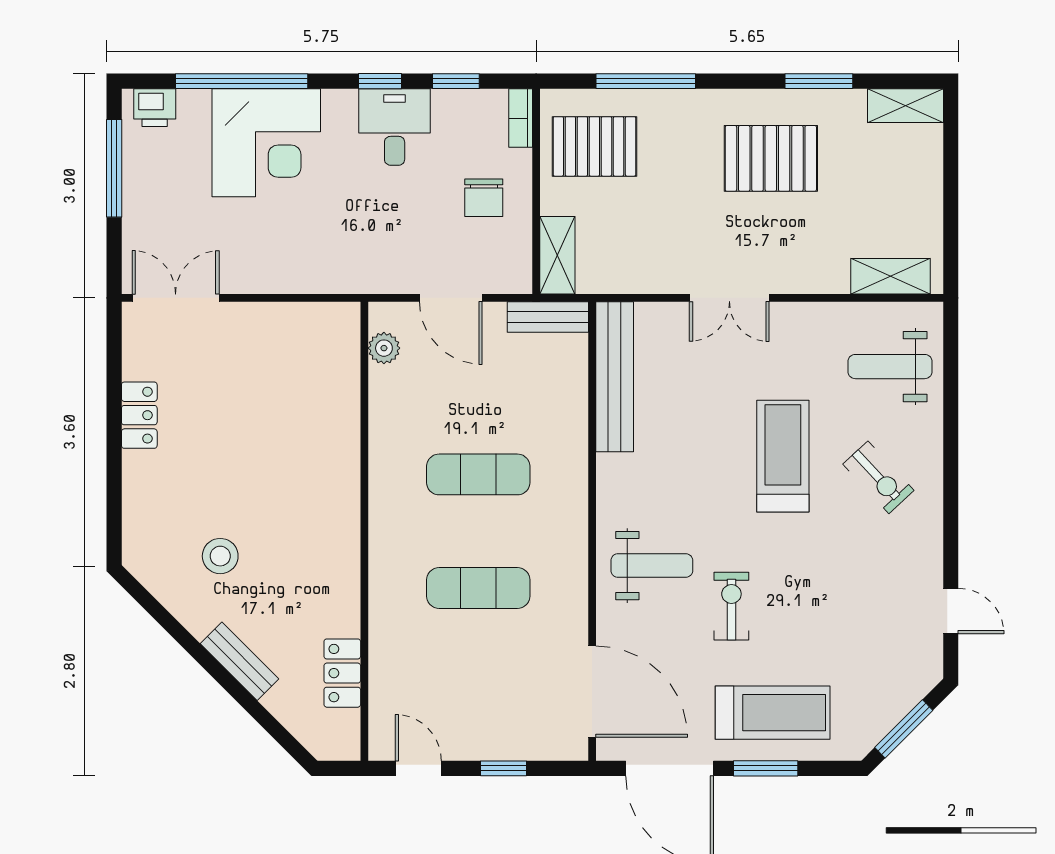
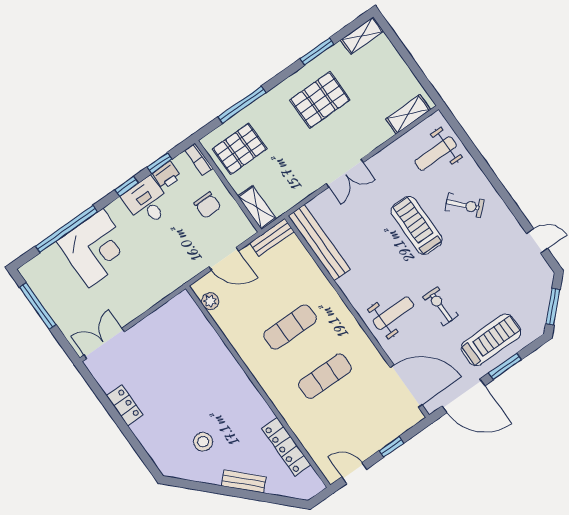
printer: (155, 108) -> (167, 175), moved
locker: (342, 673) -> (286, 447), width x1.53

